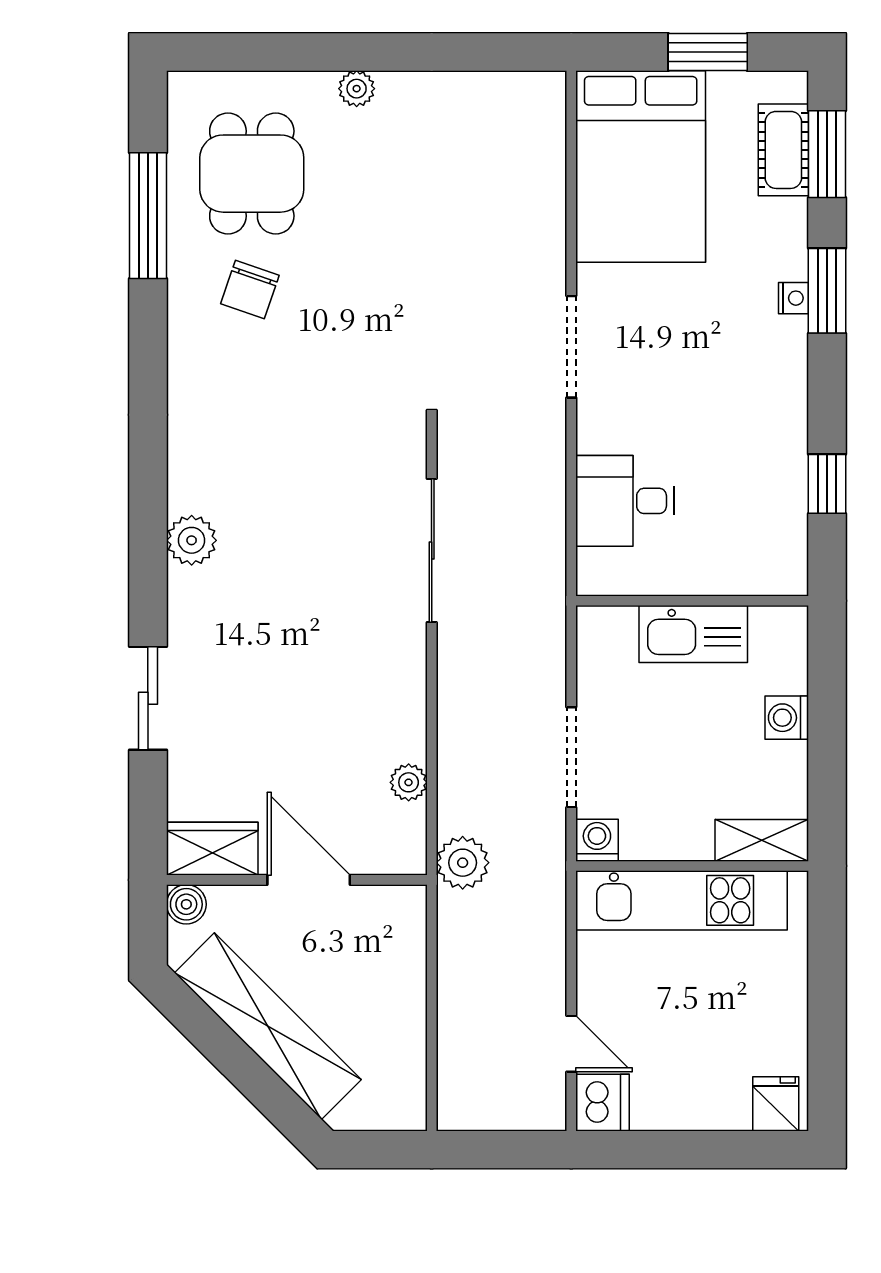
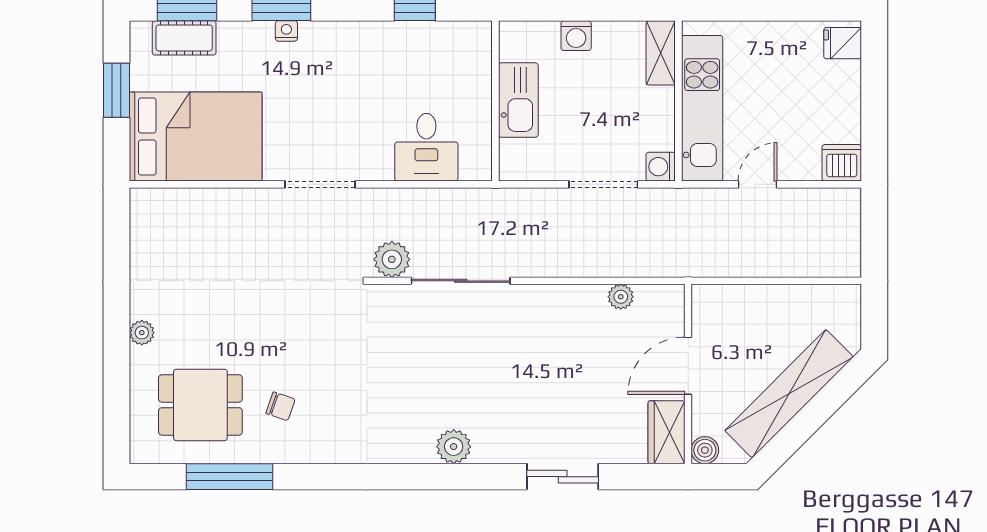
chair: (250, 290) -> (280, 406), width x0.73, depth x0.73
plant: (463, 863) -> (392, 259), moved
door: (571, 1044) -> (758, 184), moved

